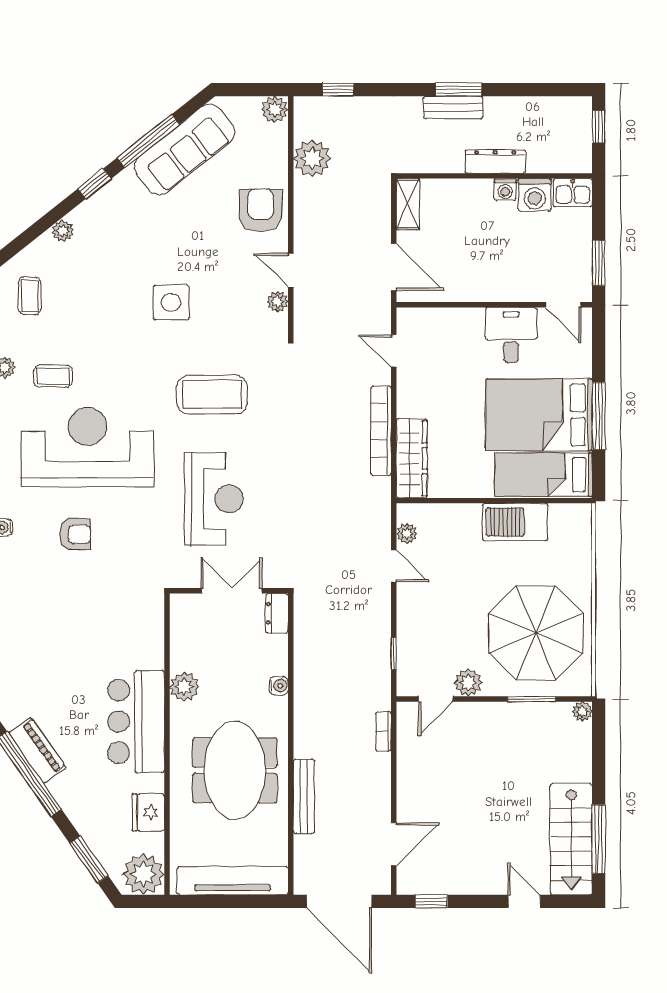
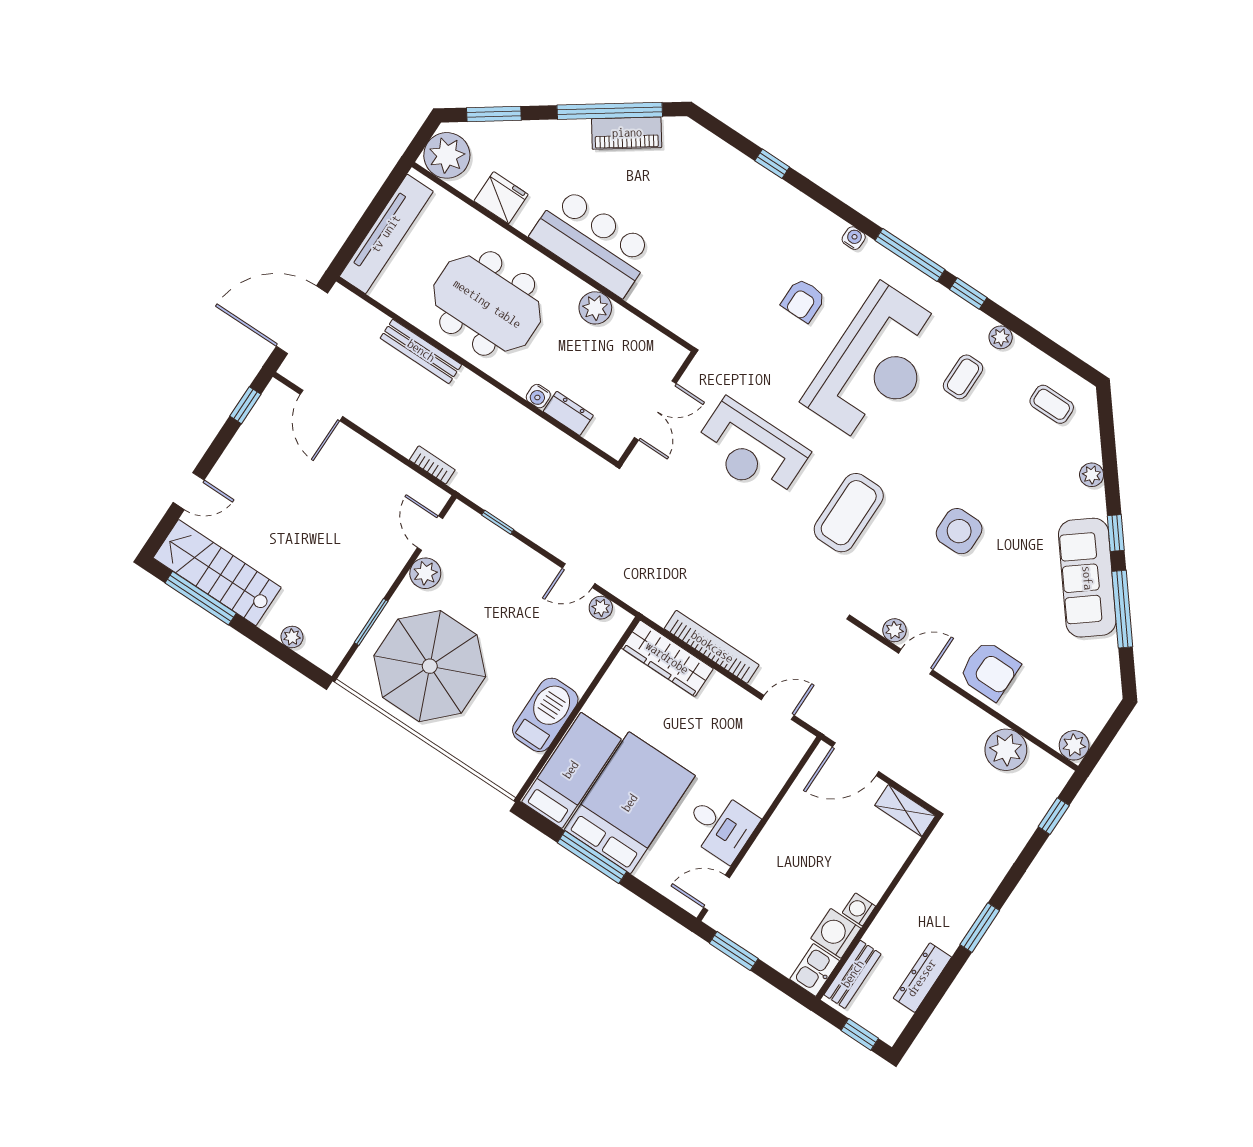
bench: (453, 107) -> (853, 974), moved
sofa: (184, 149) -> (1087, 578), moved
dresser: (495, 162) -> (922, 978), moved, turned 180
dresser: (277, 613) -> (568, 413), moved
plant: (582, 711) -> (292, 637), moved

